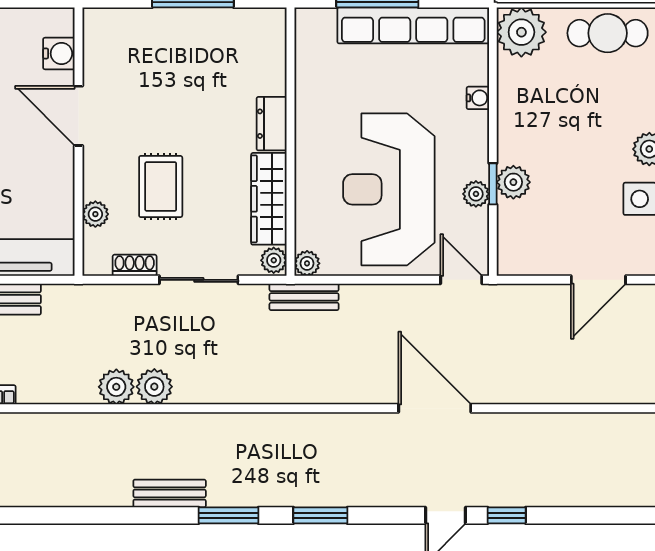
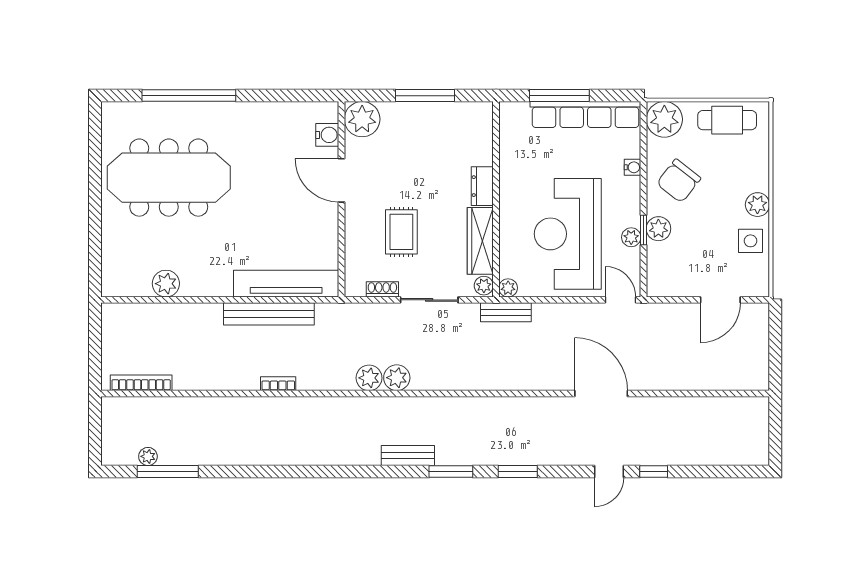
chair: (541, 117) -> (679, 181), added
plant: (95, 214) -> (362, 119), moved, width x1.88, depth x1.88

